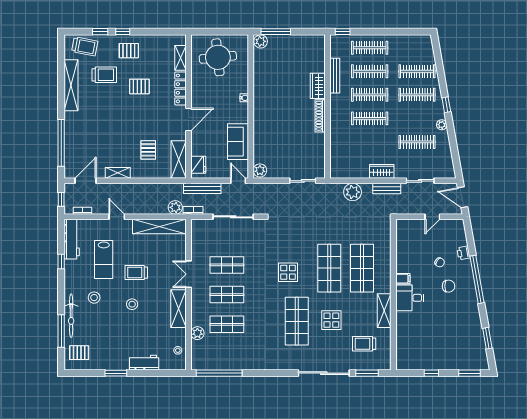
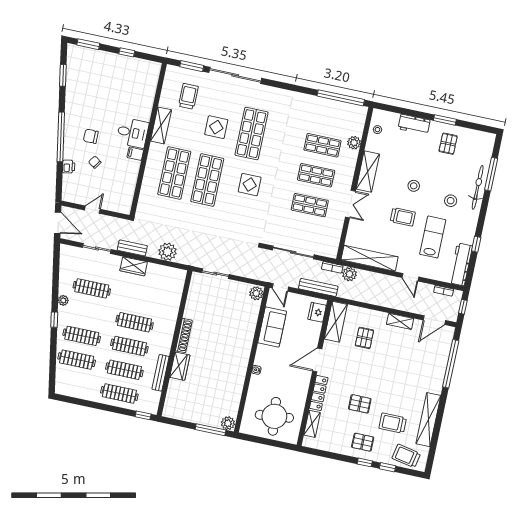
trolley: (364, 344) -> (188, 96), turned -90
pallet: (79, 353) -> (448, 144), moved, turned 90

